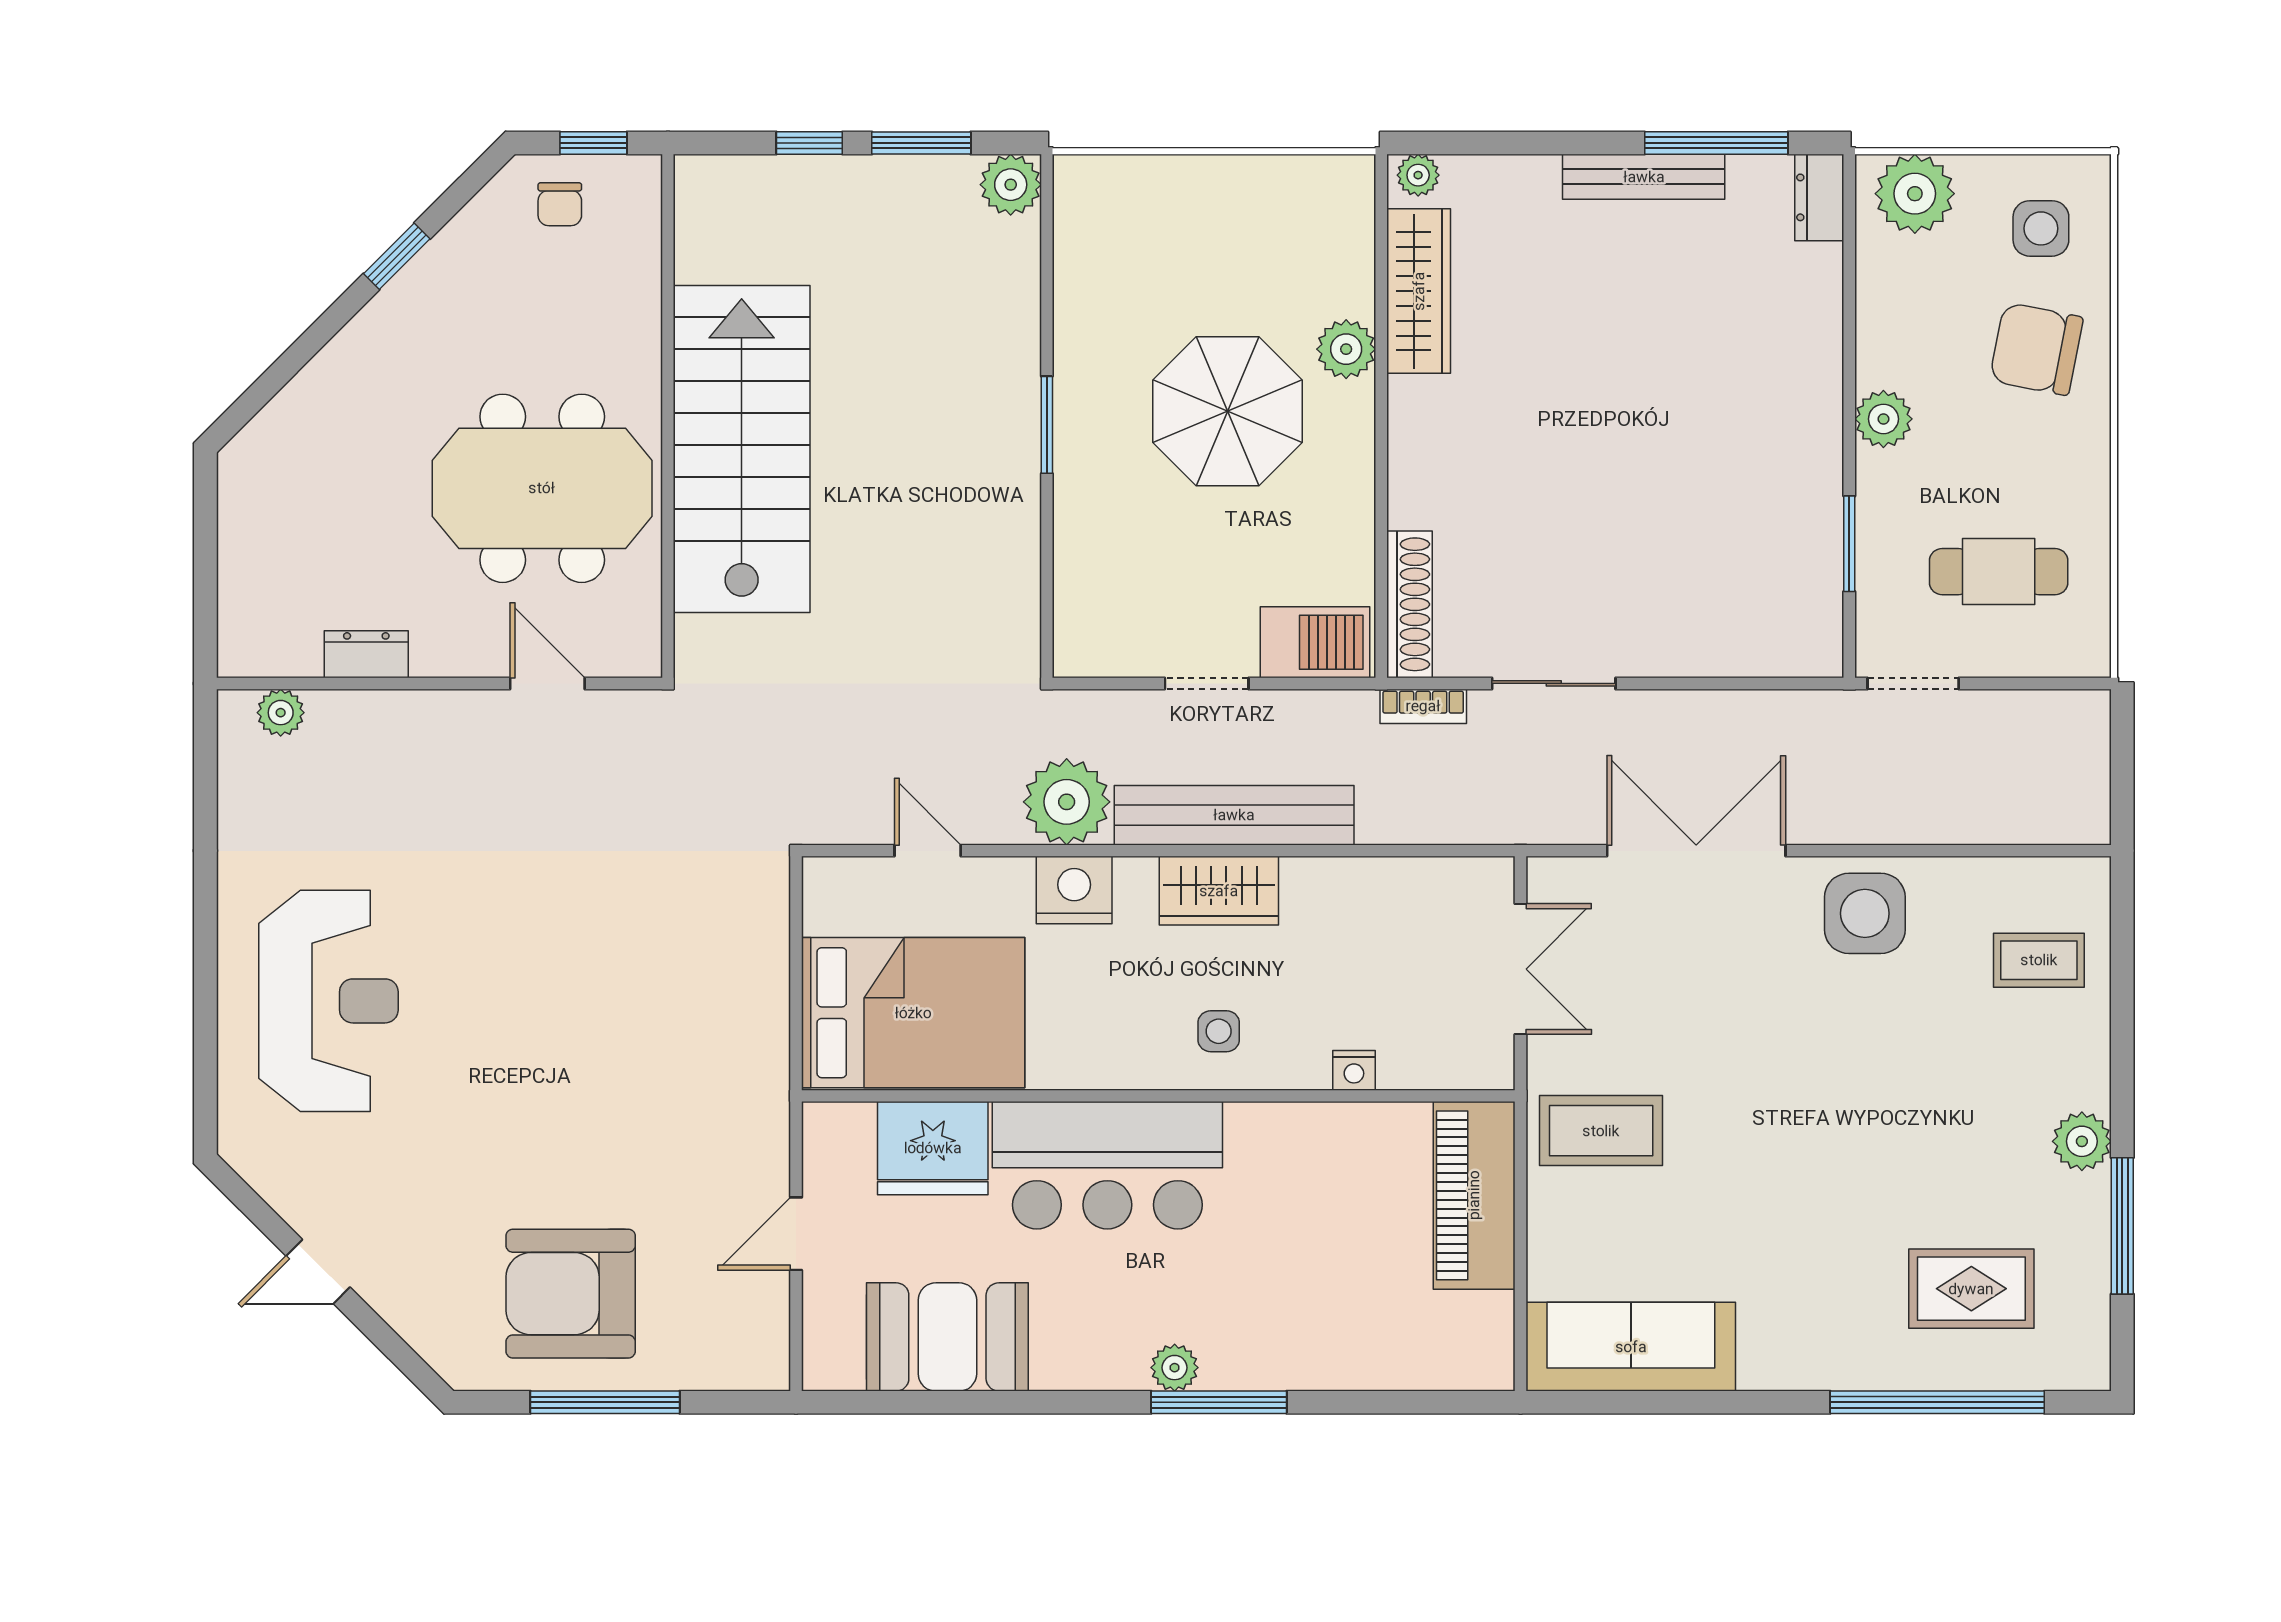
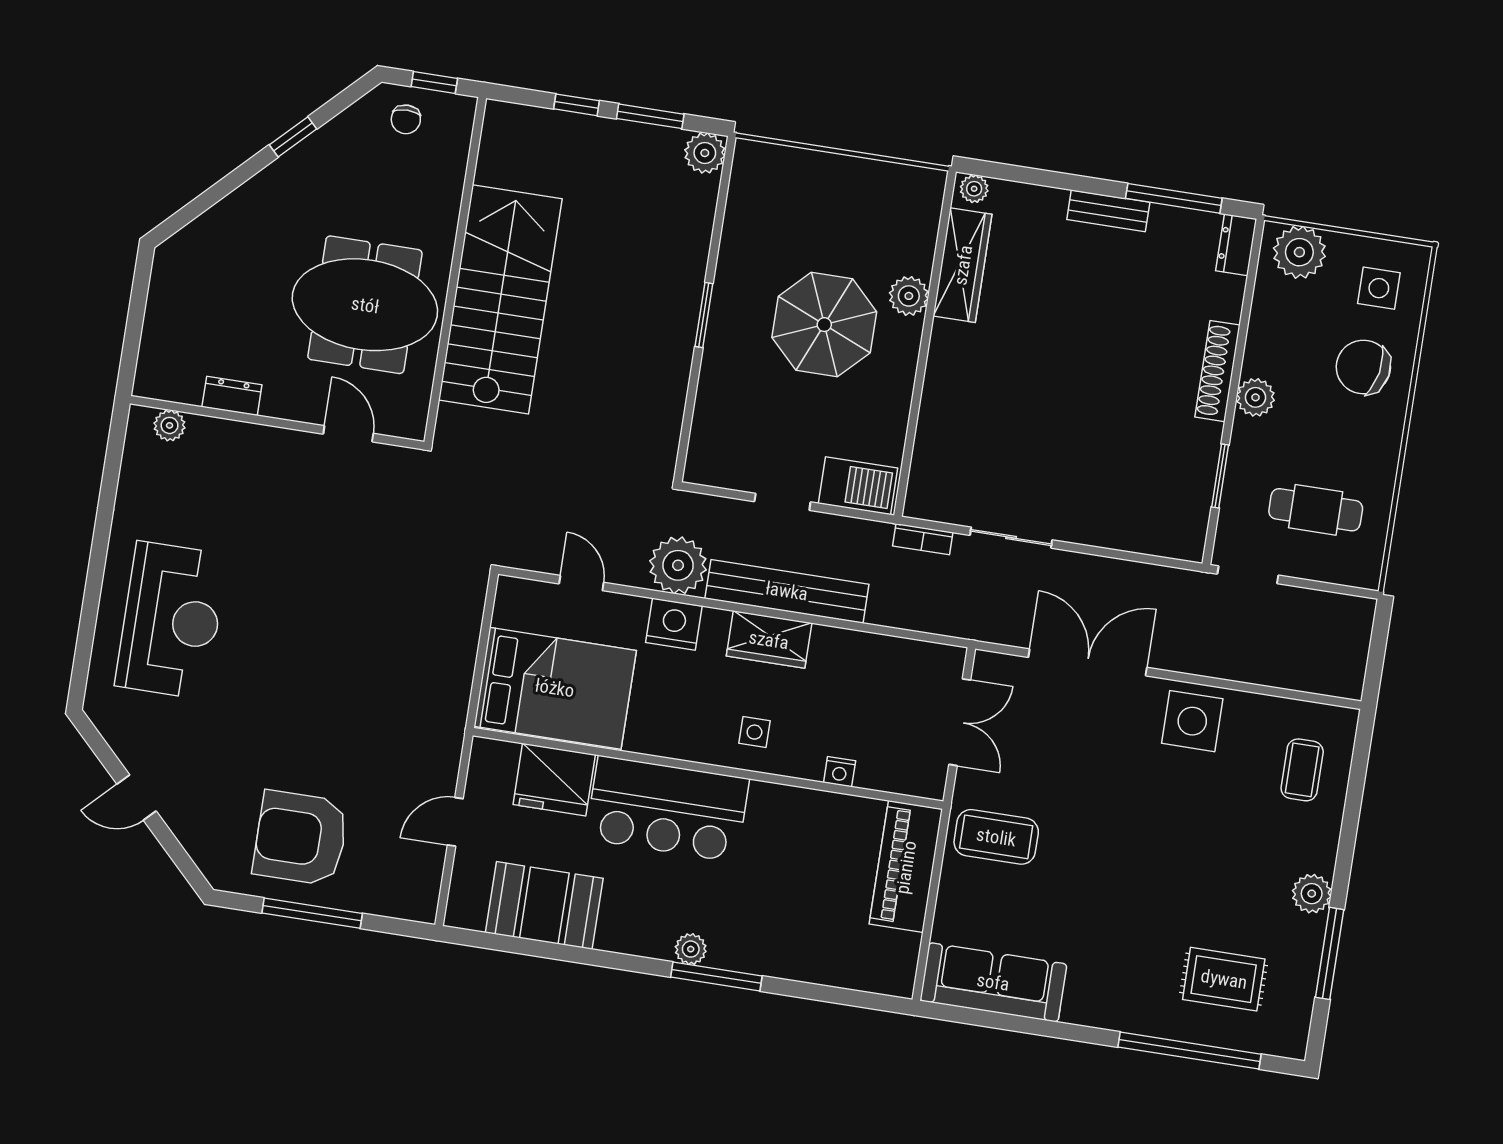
bench: (1644, 177) -> (1108, 211), width x0.73
shoe rack: (1409, 604) -> (1217, 371), moved, turned 180
coffee table: (2039, 960) -> (1302, 770), turned 90

